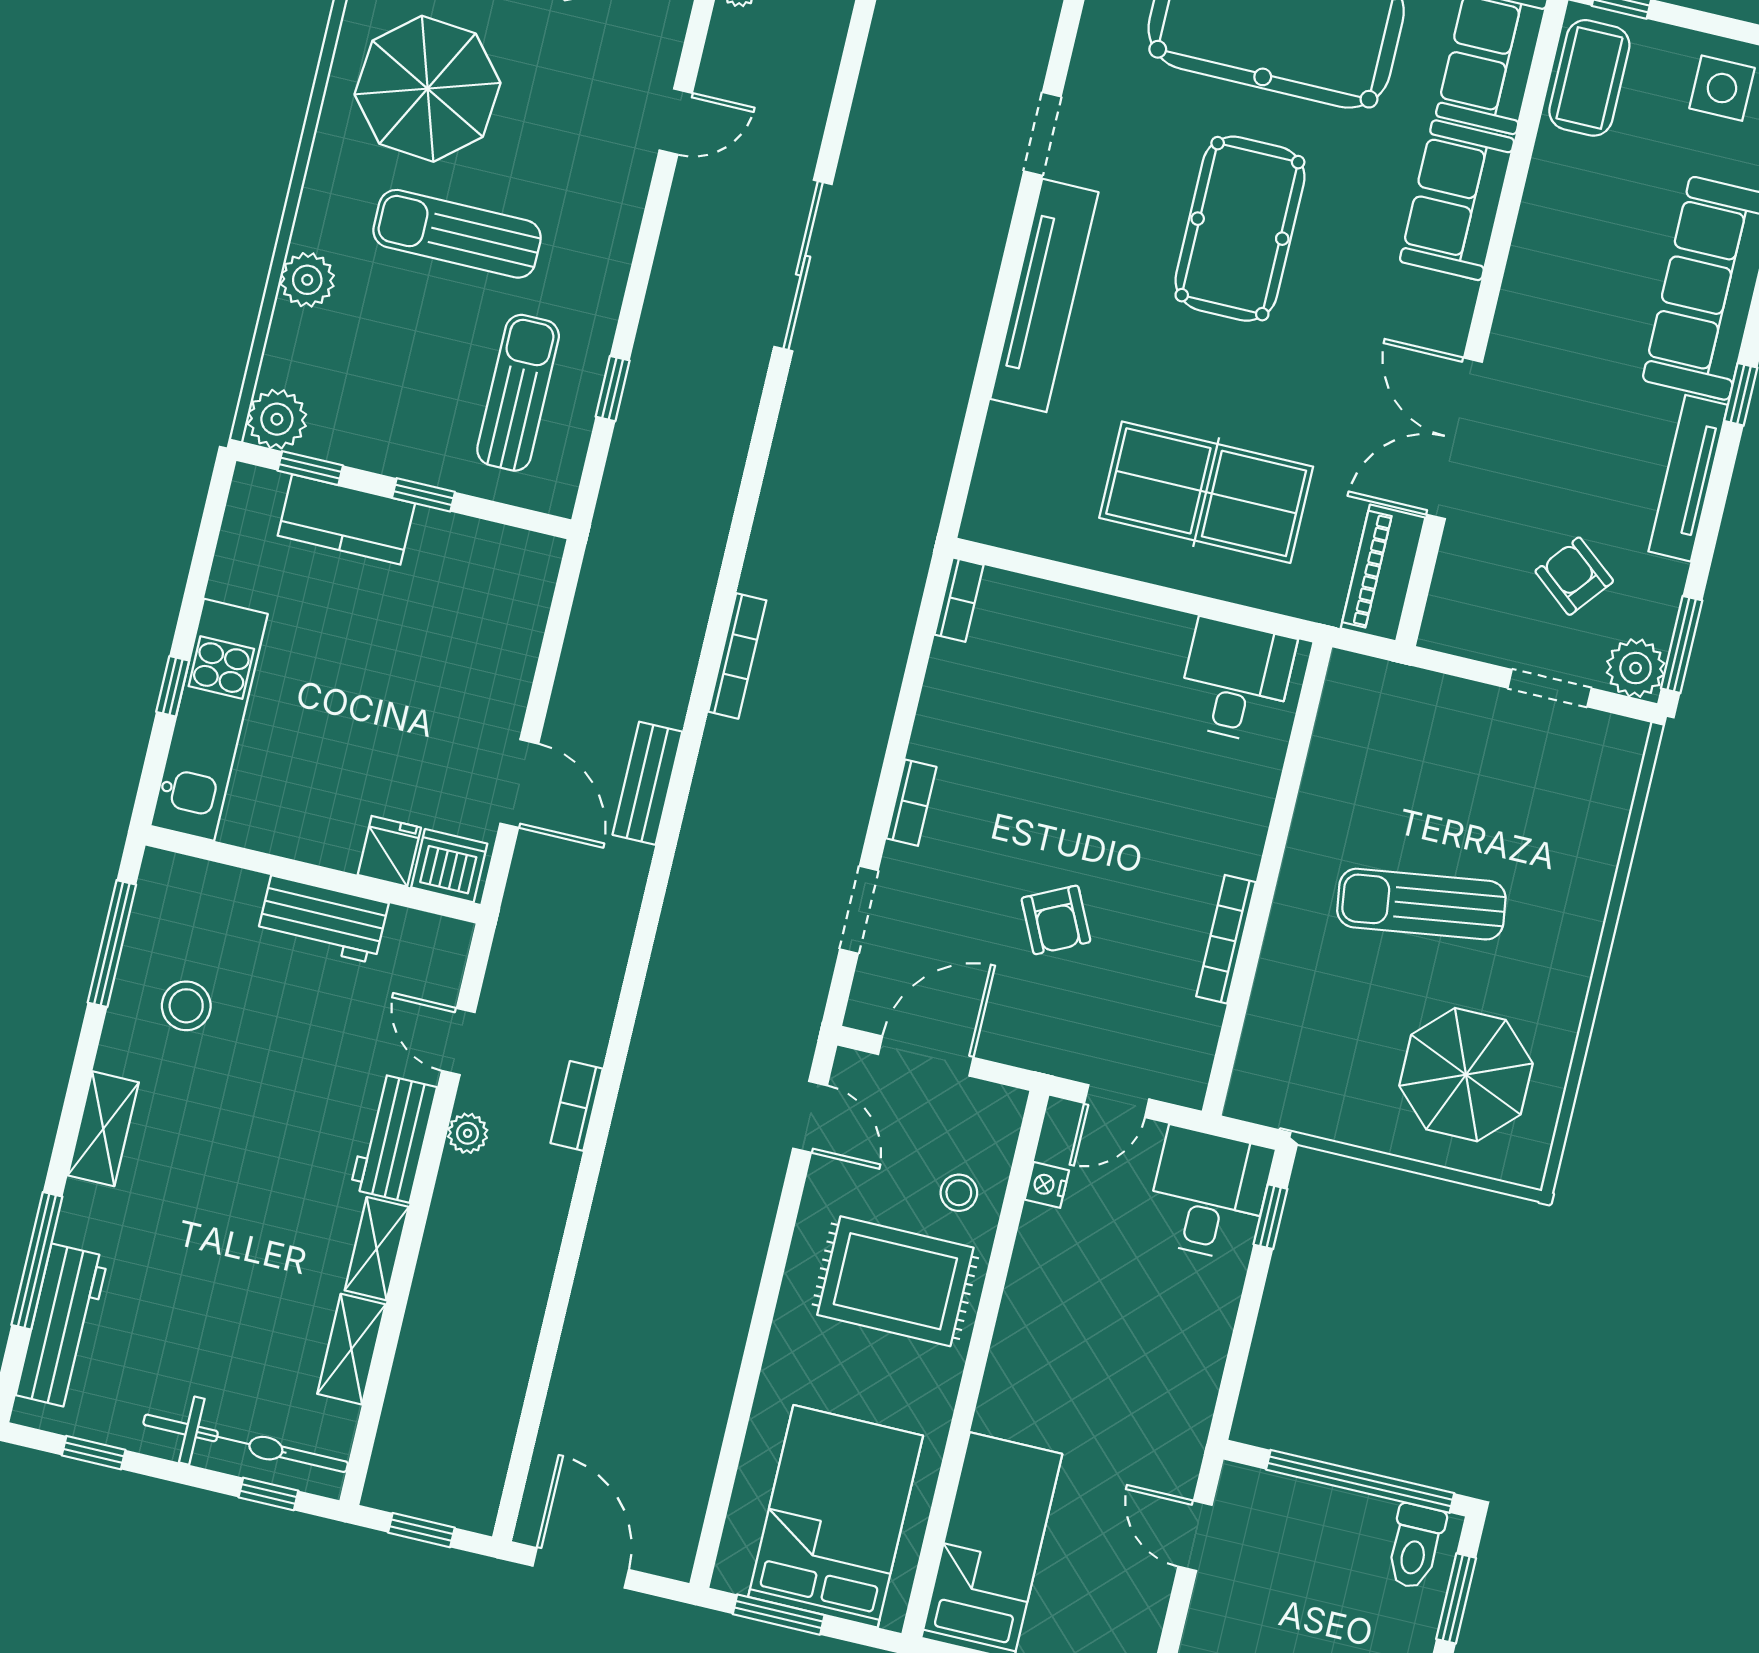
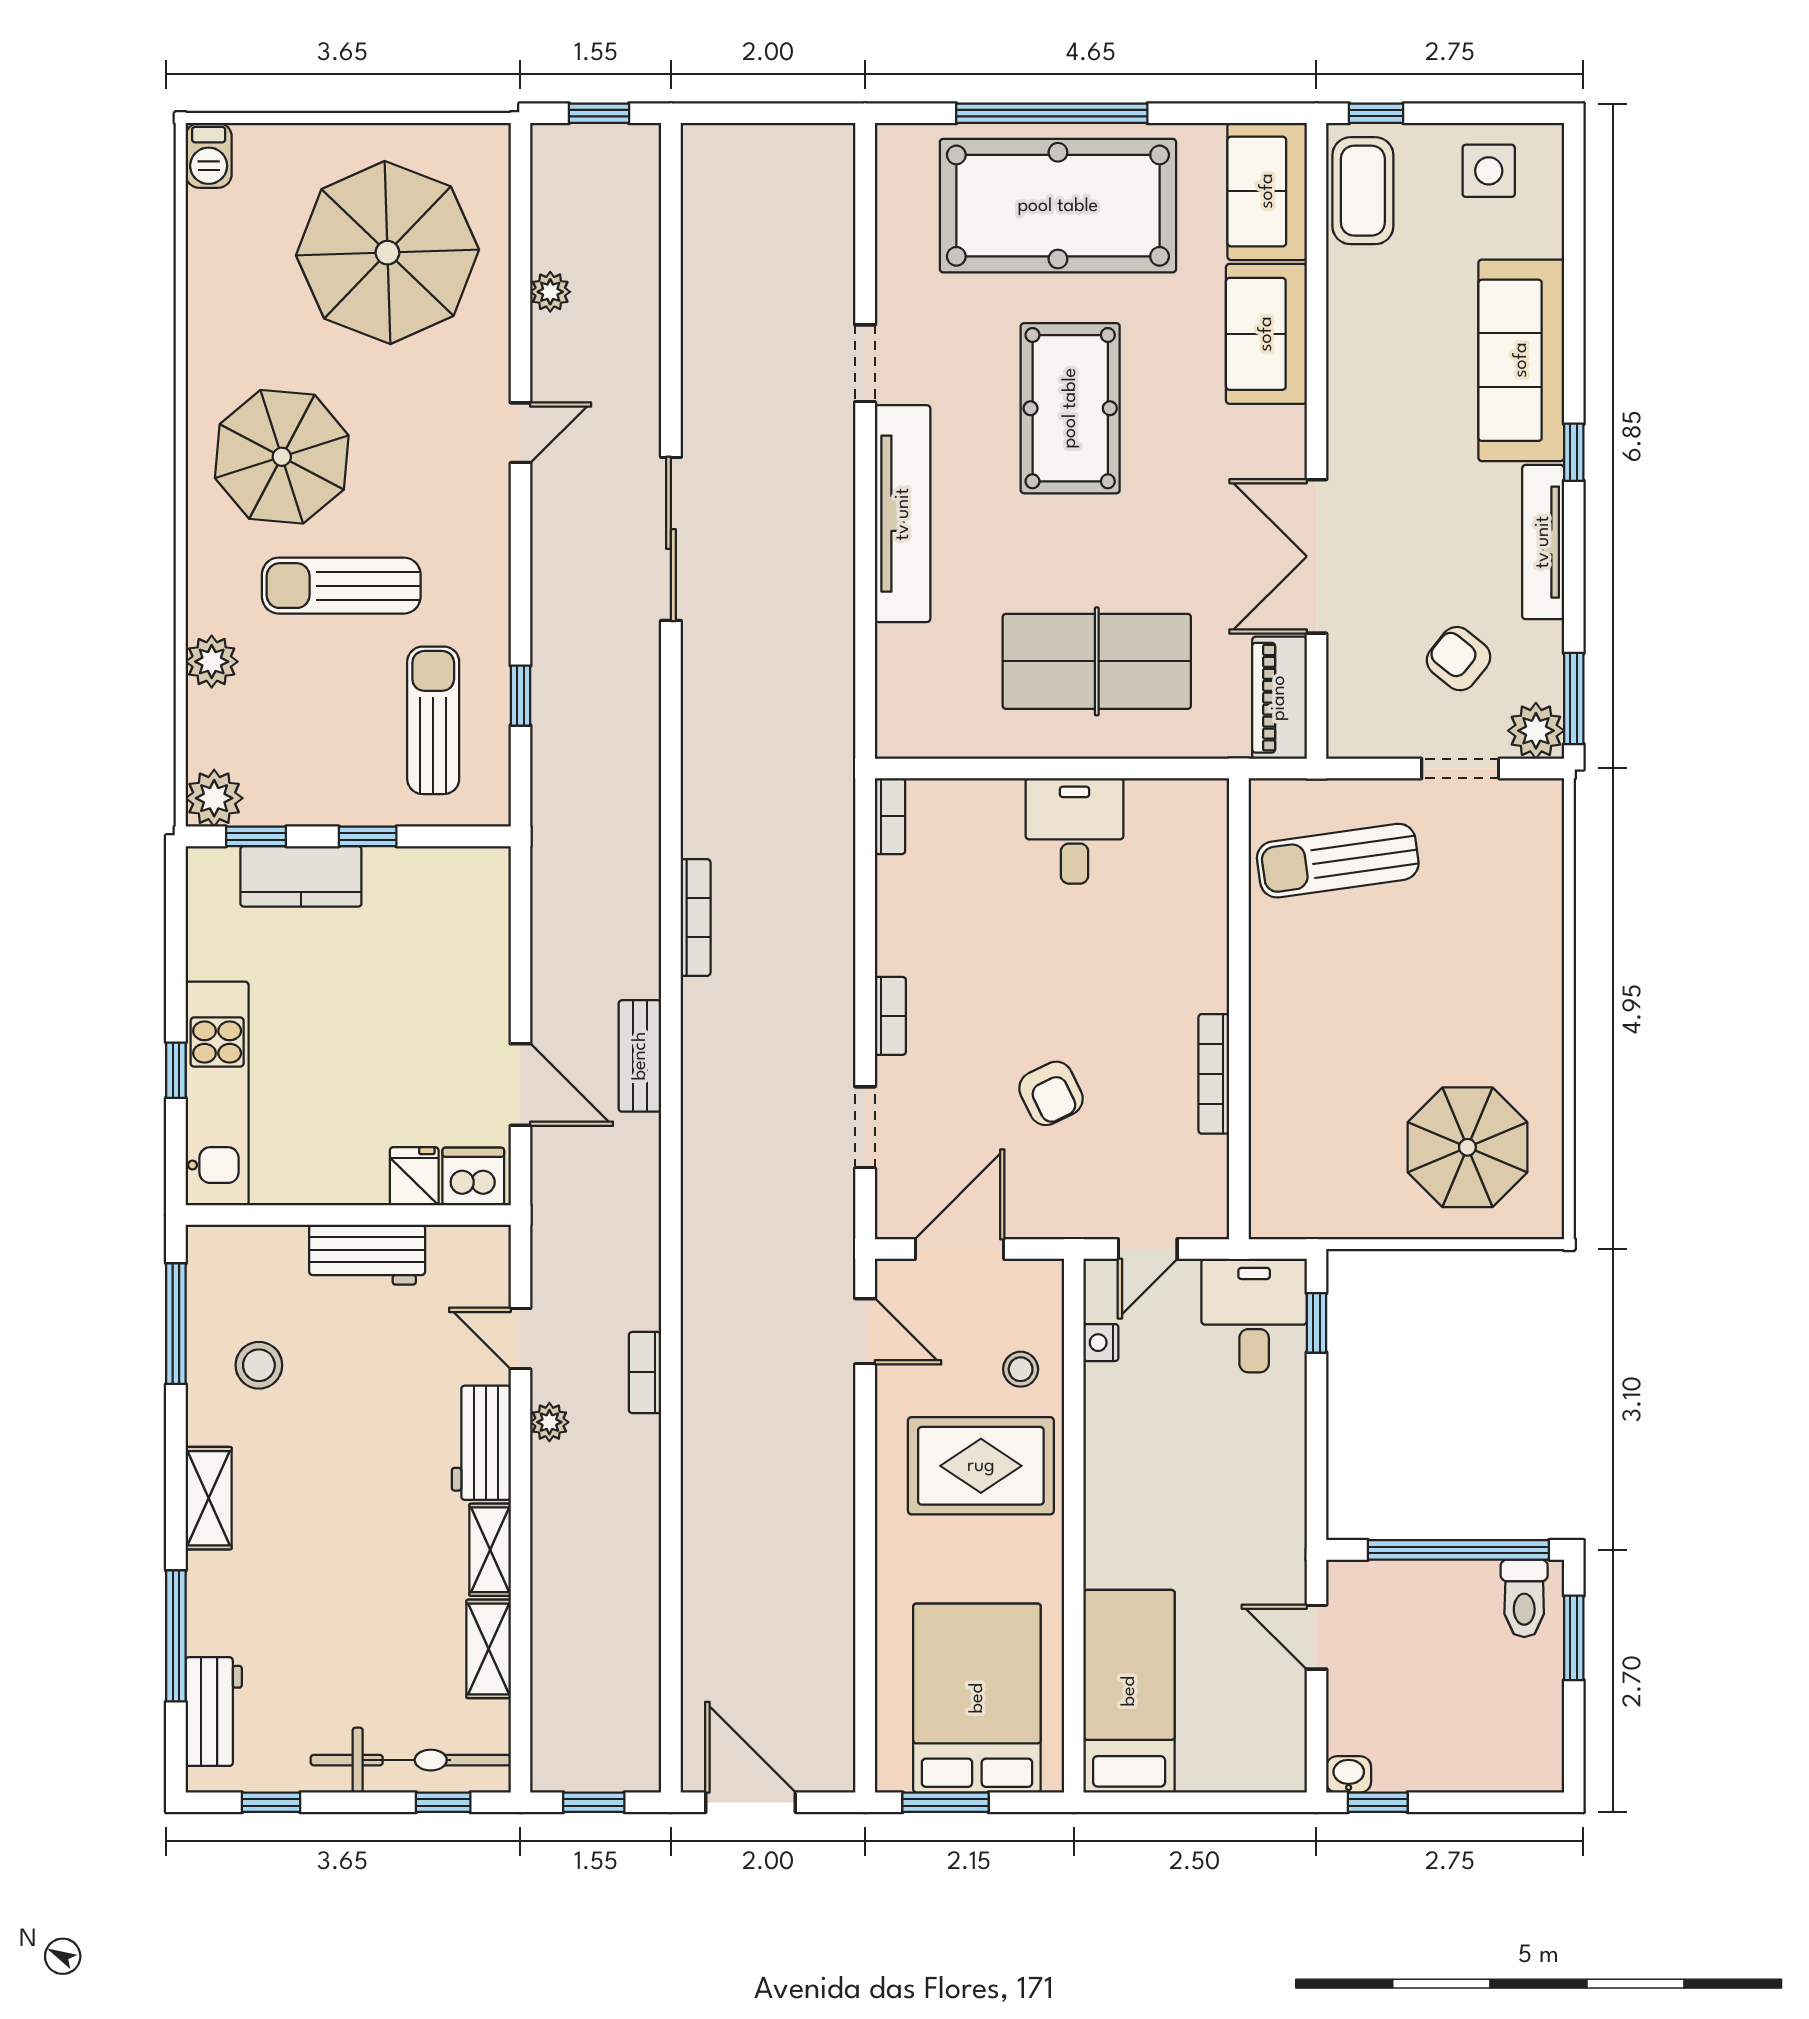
desk: (1236, 681) -> (1074, 831), moved
sun lounger: (1421, 904) -> (1338, 861), moved
workbench: (62, 1326) -> (214, 1712), width x0.73

